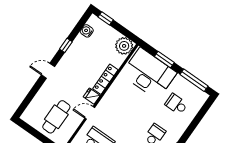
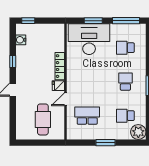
plant: (124, 46) -> (56, 32), removed

